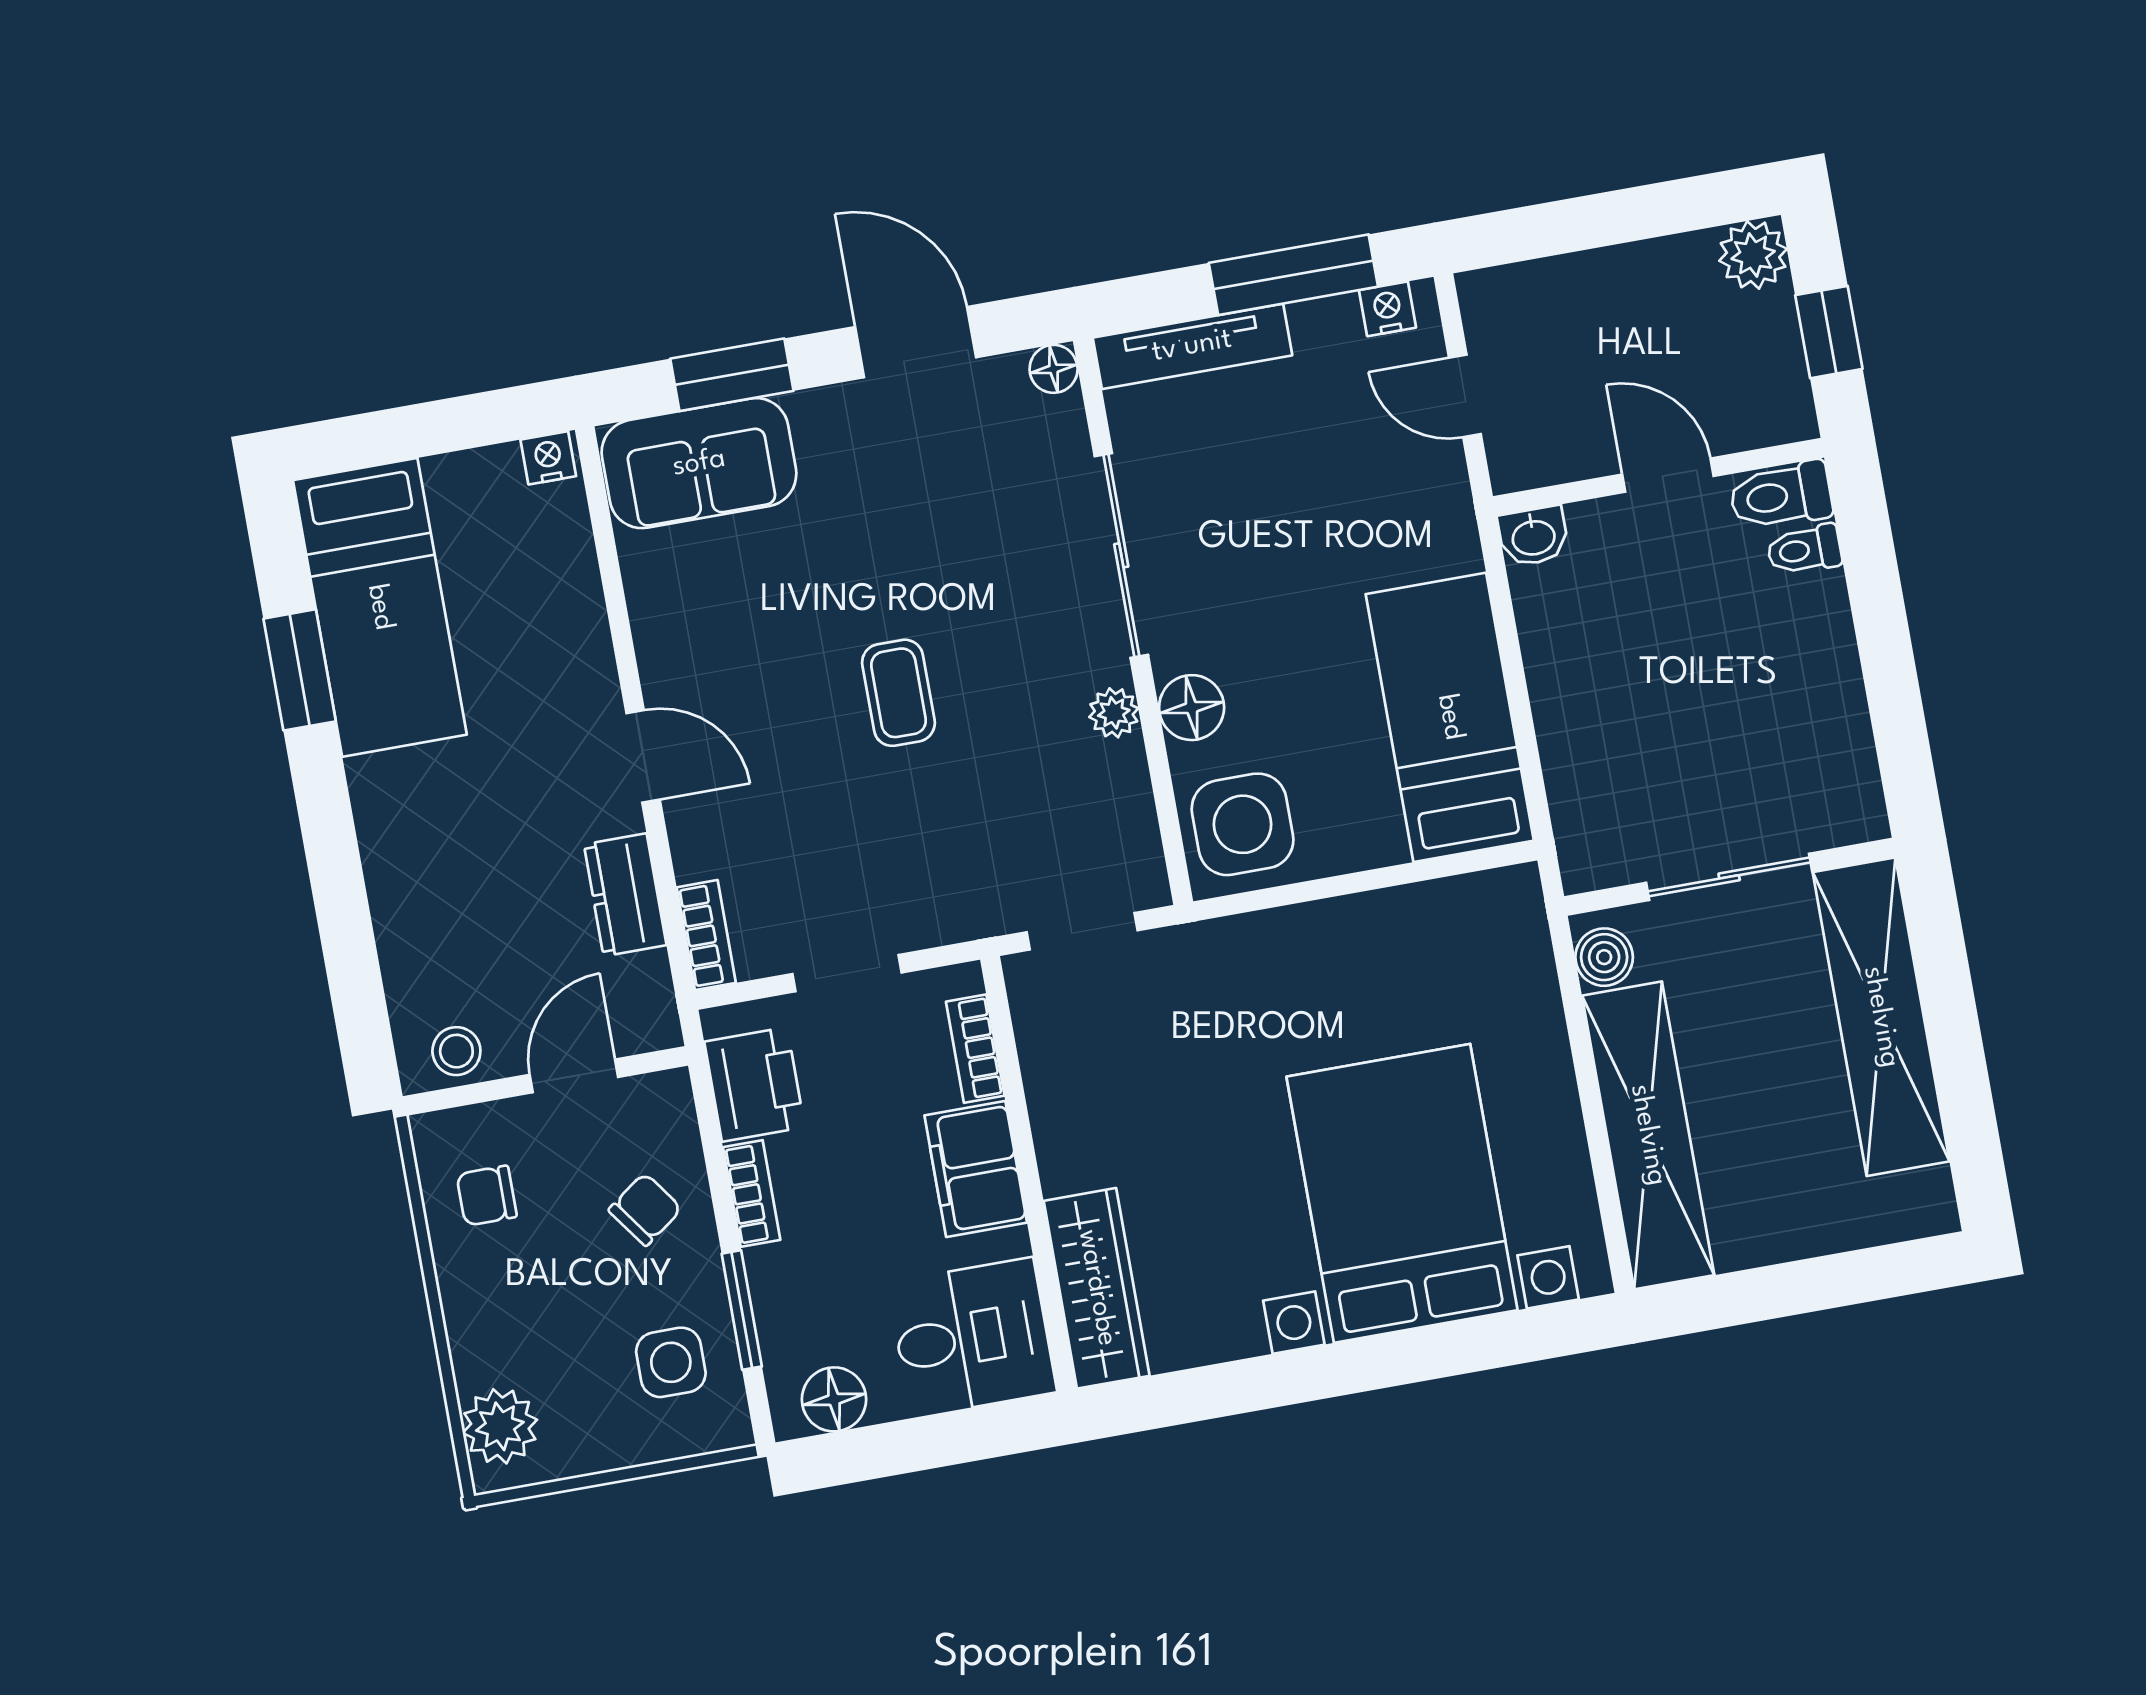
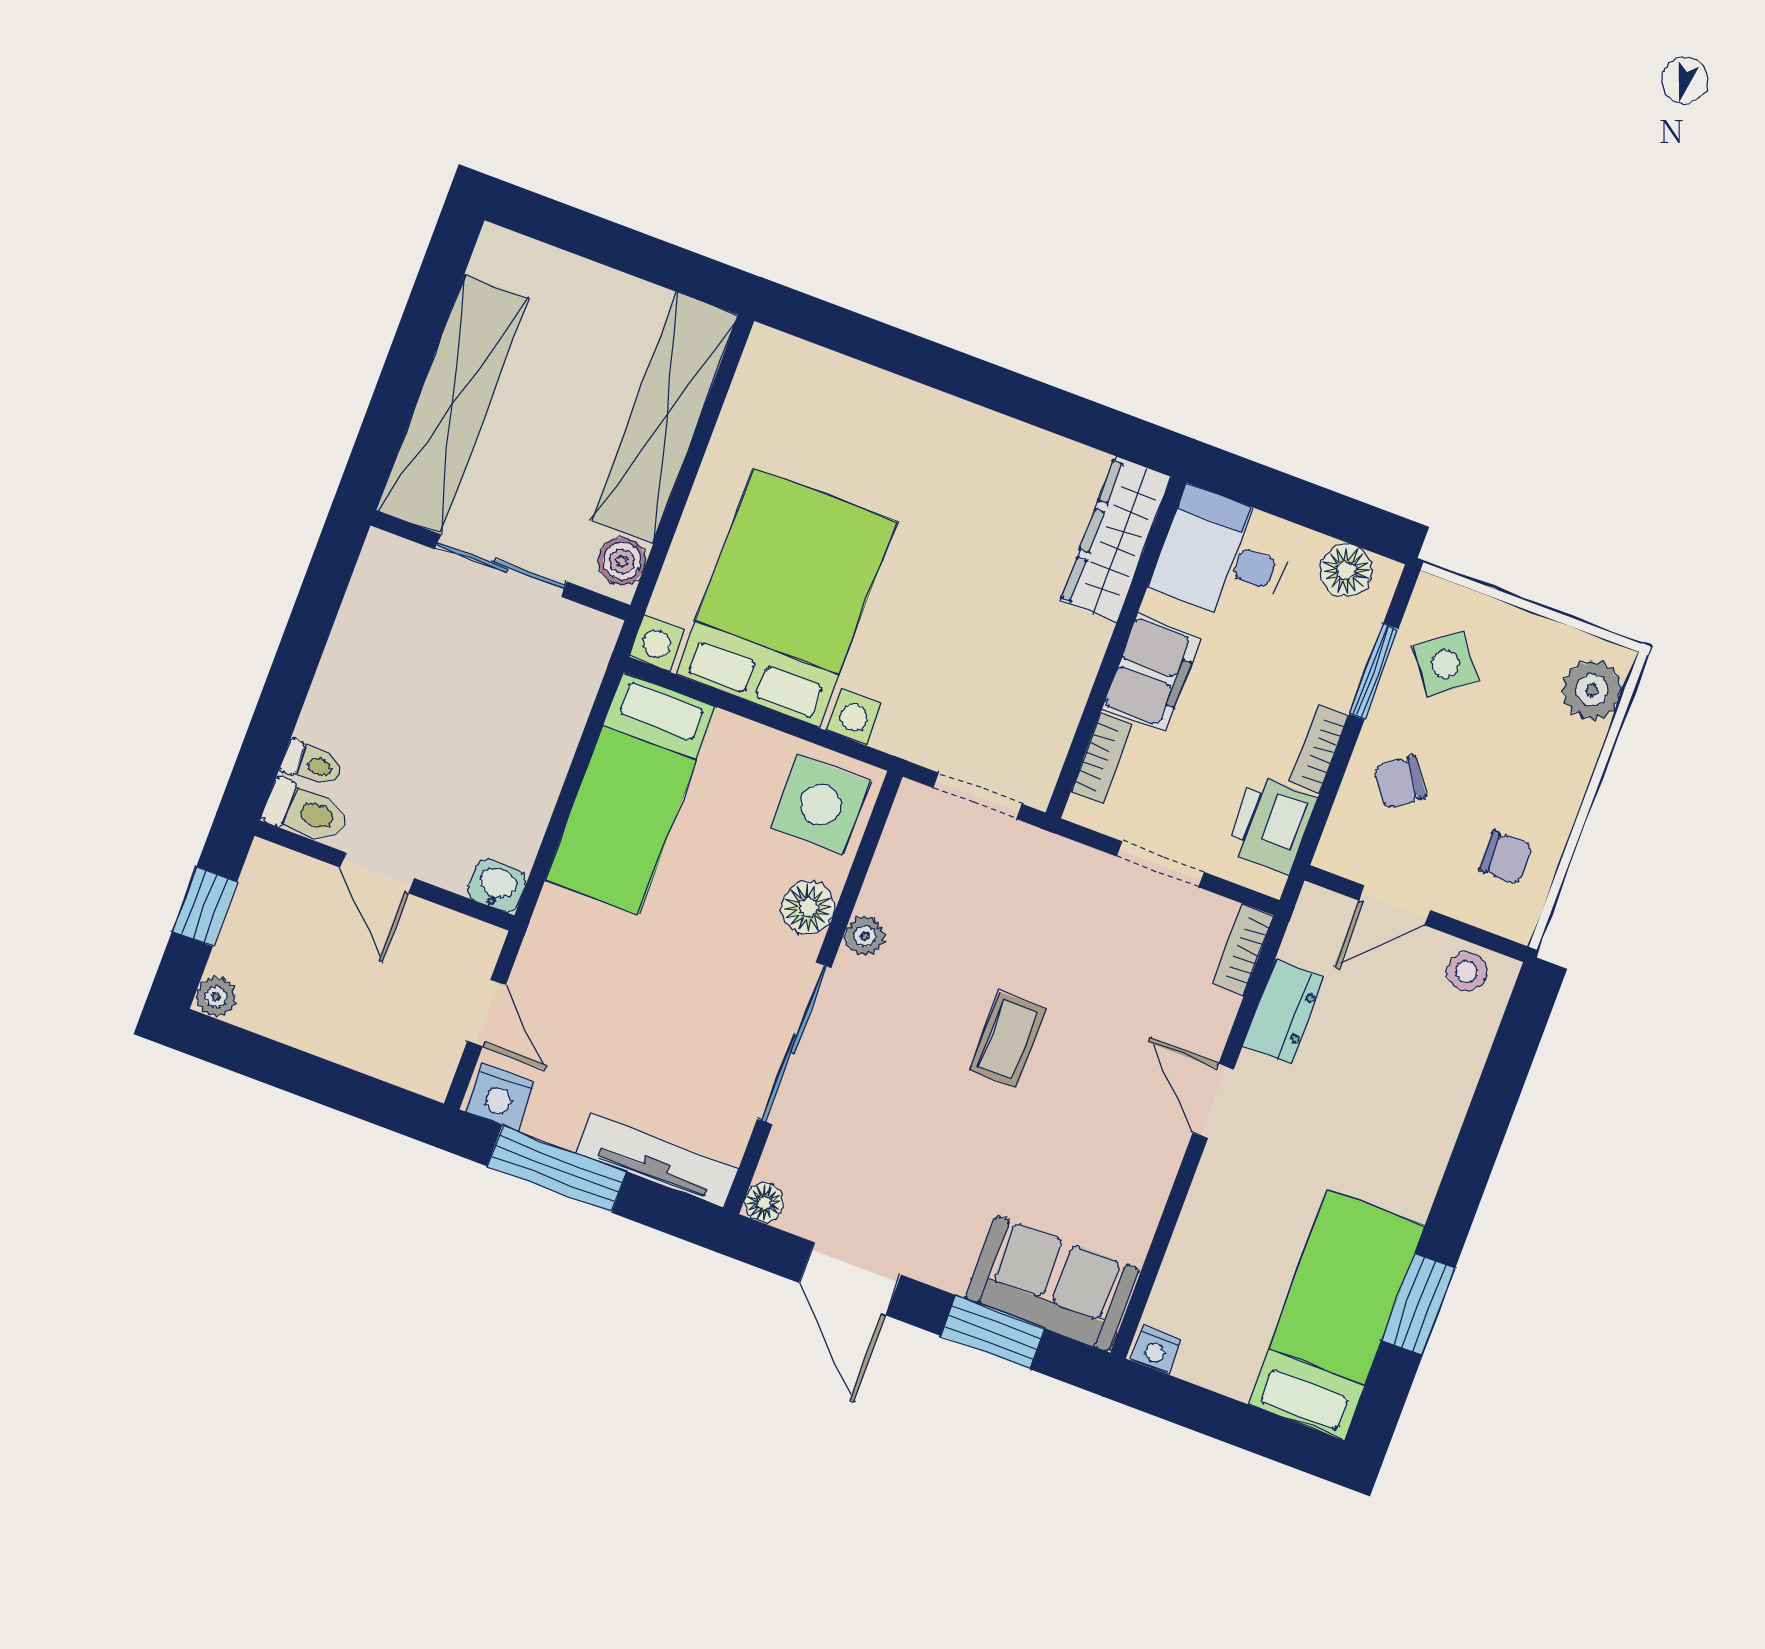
plant: (1753, 255) -> (216, 997), width x0.73, depth x0.73
nightstand: (1388, 309) -> (500, 1097), width x1.39, depth x1.35
bed with nightstands: (1402, 1193) -> (786, 598), moved, turned 180
side table: (671, 1362) -> (1445, 664), turned -37

